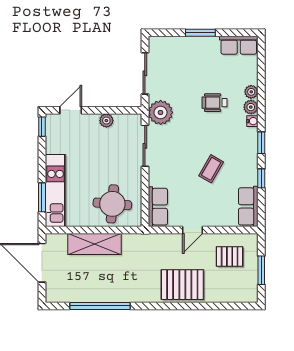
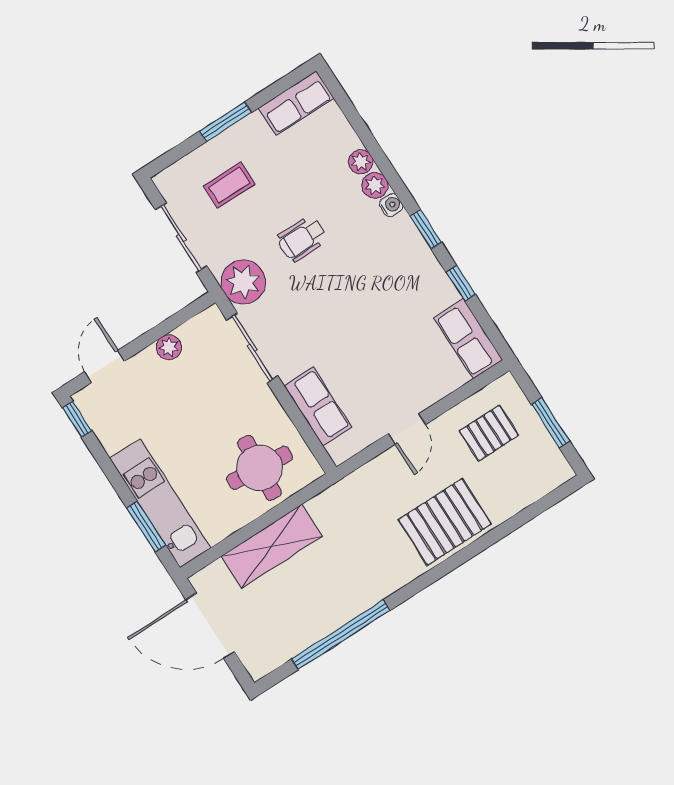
wheelchair: (215, 103) -> (302, 239), moved
coffee table: (211, 169) -> (229, 185), moved, turned 60
row of seats: (158, 207) -> (318, 406), moved

